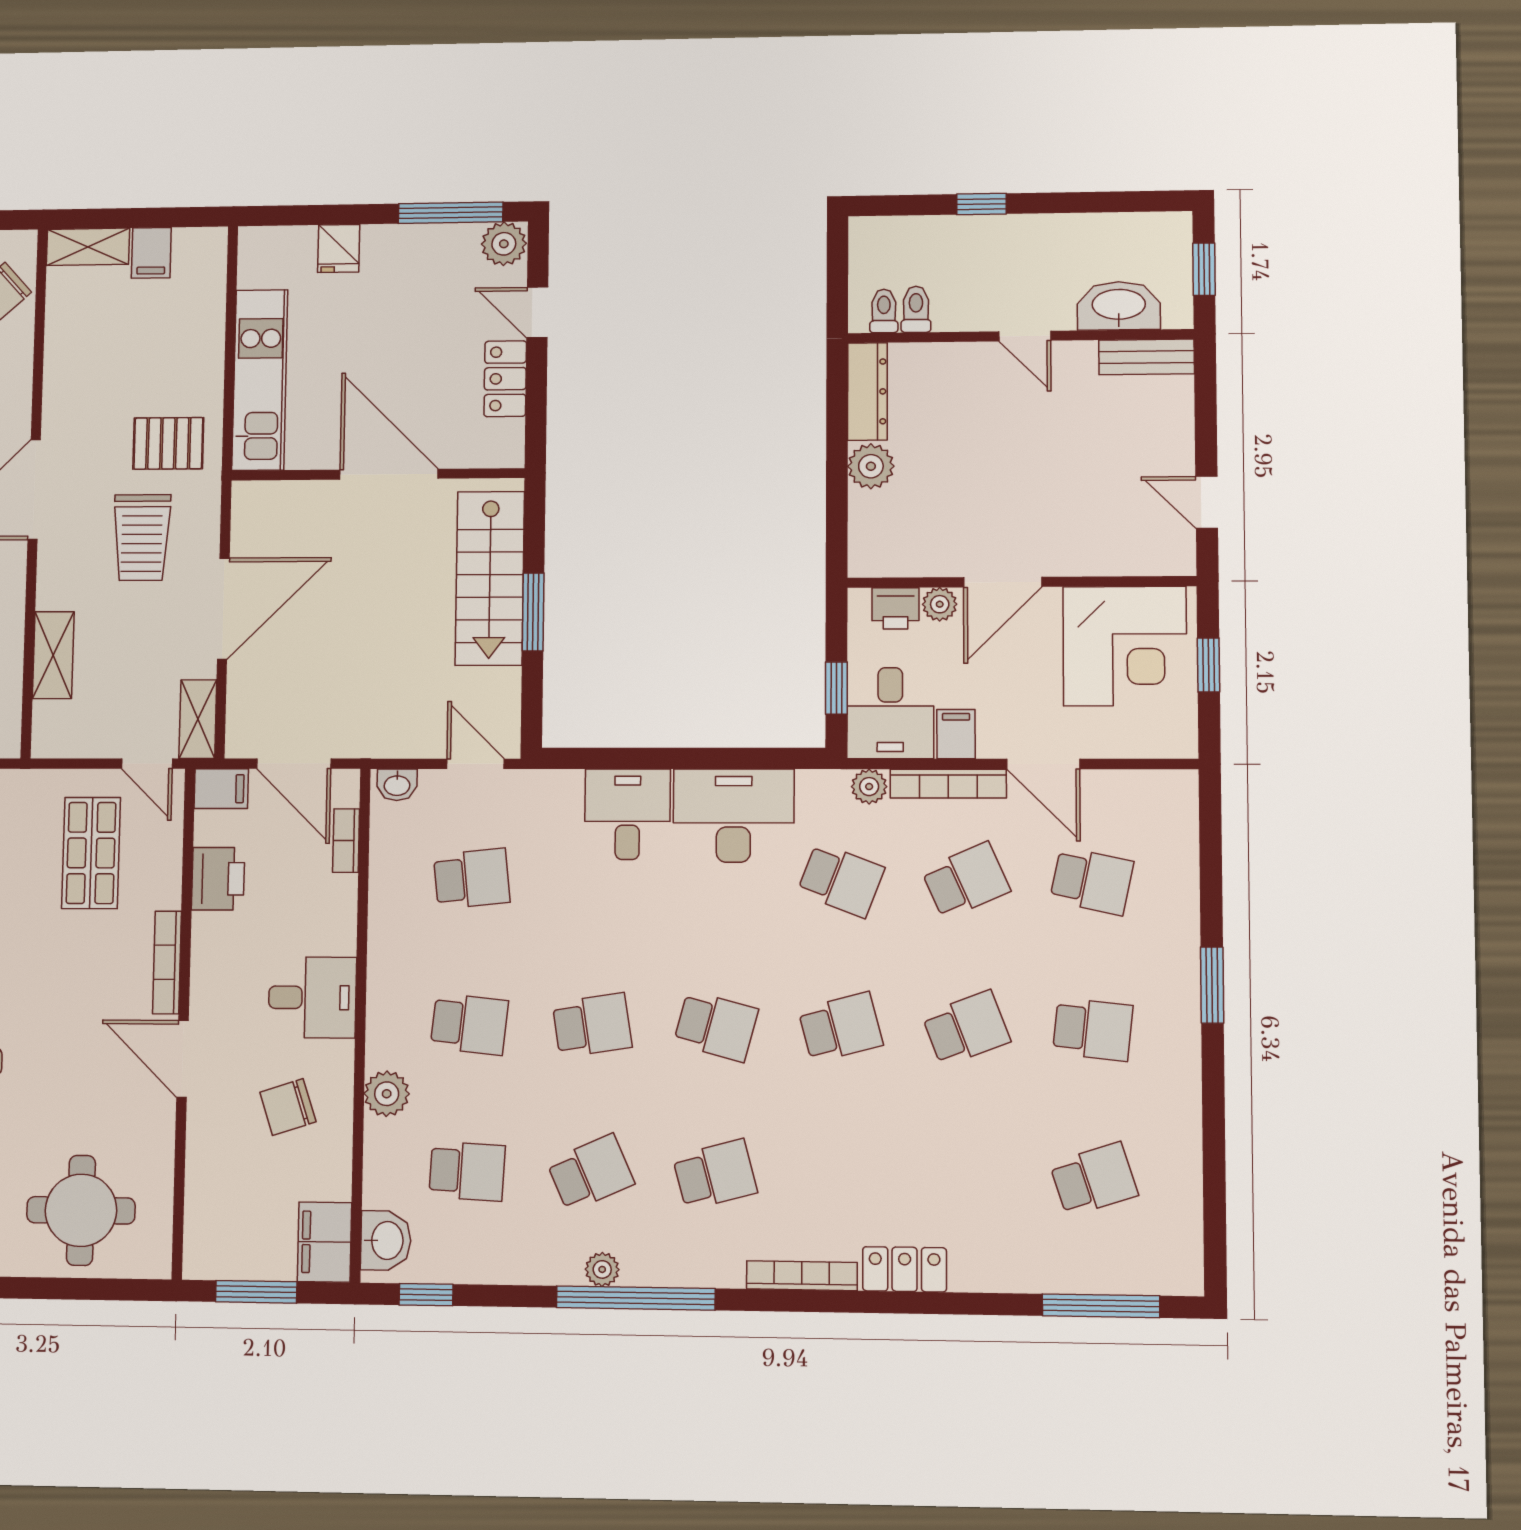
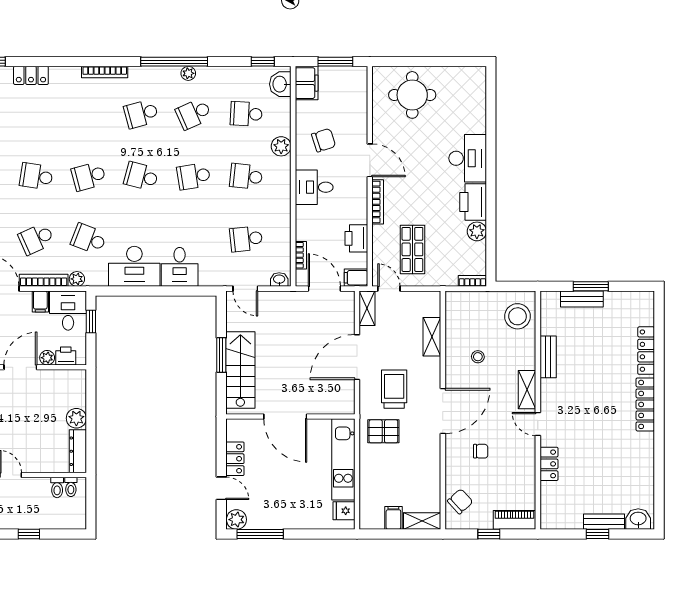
fridge: (339, 248) -> (344, 511), moved, turned -90
school desk: (966, 1028) -> (36, 176), turned 30
locker: (905, 1269) -> (31, 75), moved

